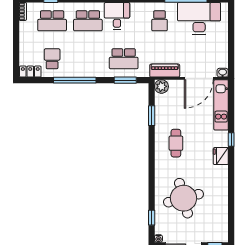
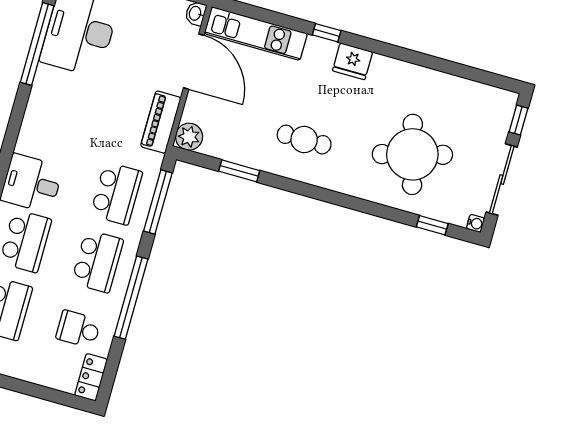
school desk: (159, 21) -> (97, 261), moved, width x1.85
window: (125, 80) -> (158, 202), width x1.44

